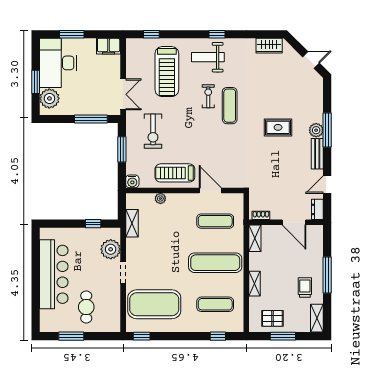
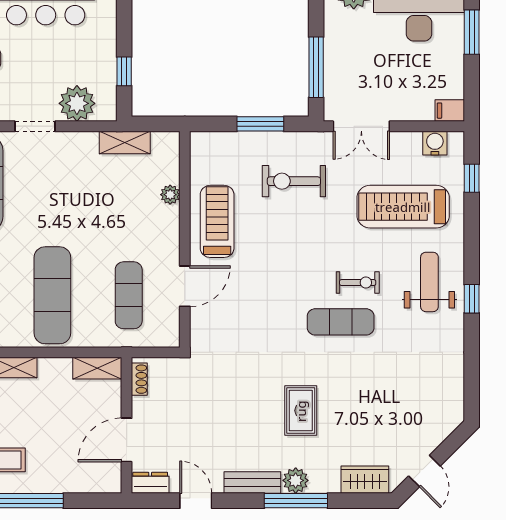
filing cabinet: (109, 46) -> (450, 111), width x0.50
wardrobe: (269, 46) -> (365, 480), moved, turned 90
water cooler: (132, 181) -> (435, 143), moved, turned 90

